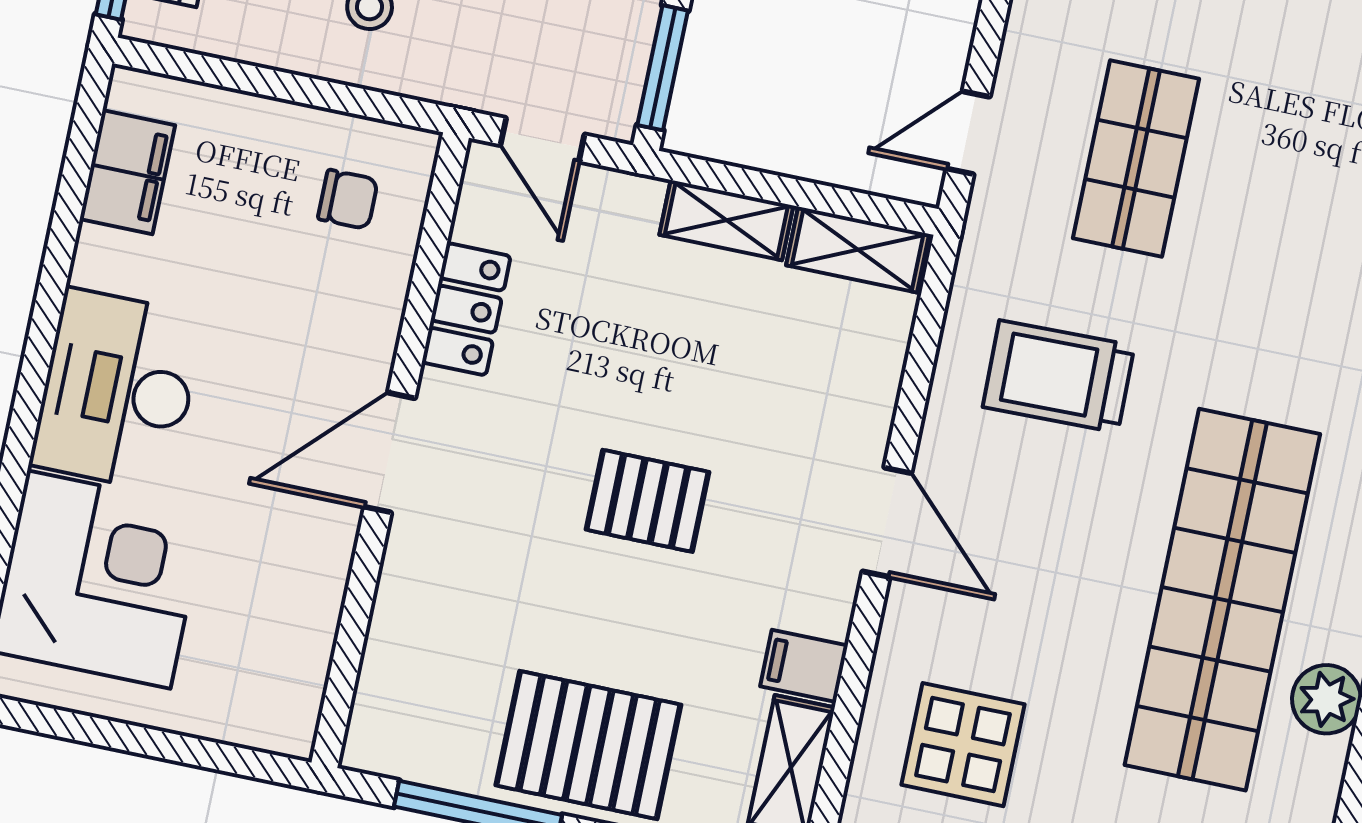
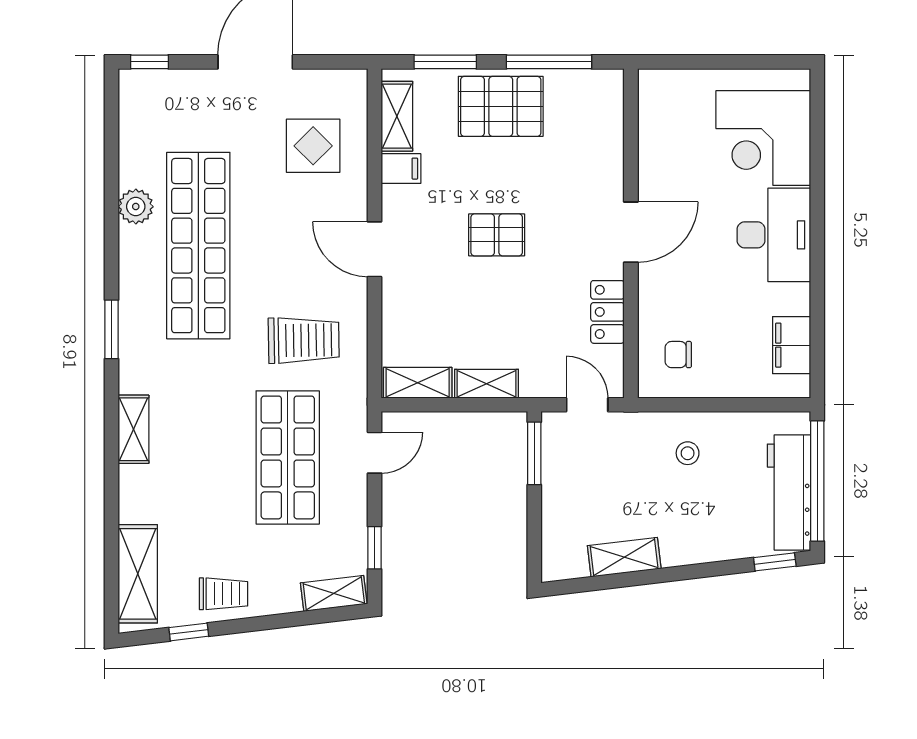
shop shelf: (1136, 159) -> (288, 457), width x1.43, depth x1.36

